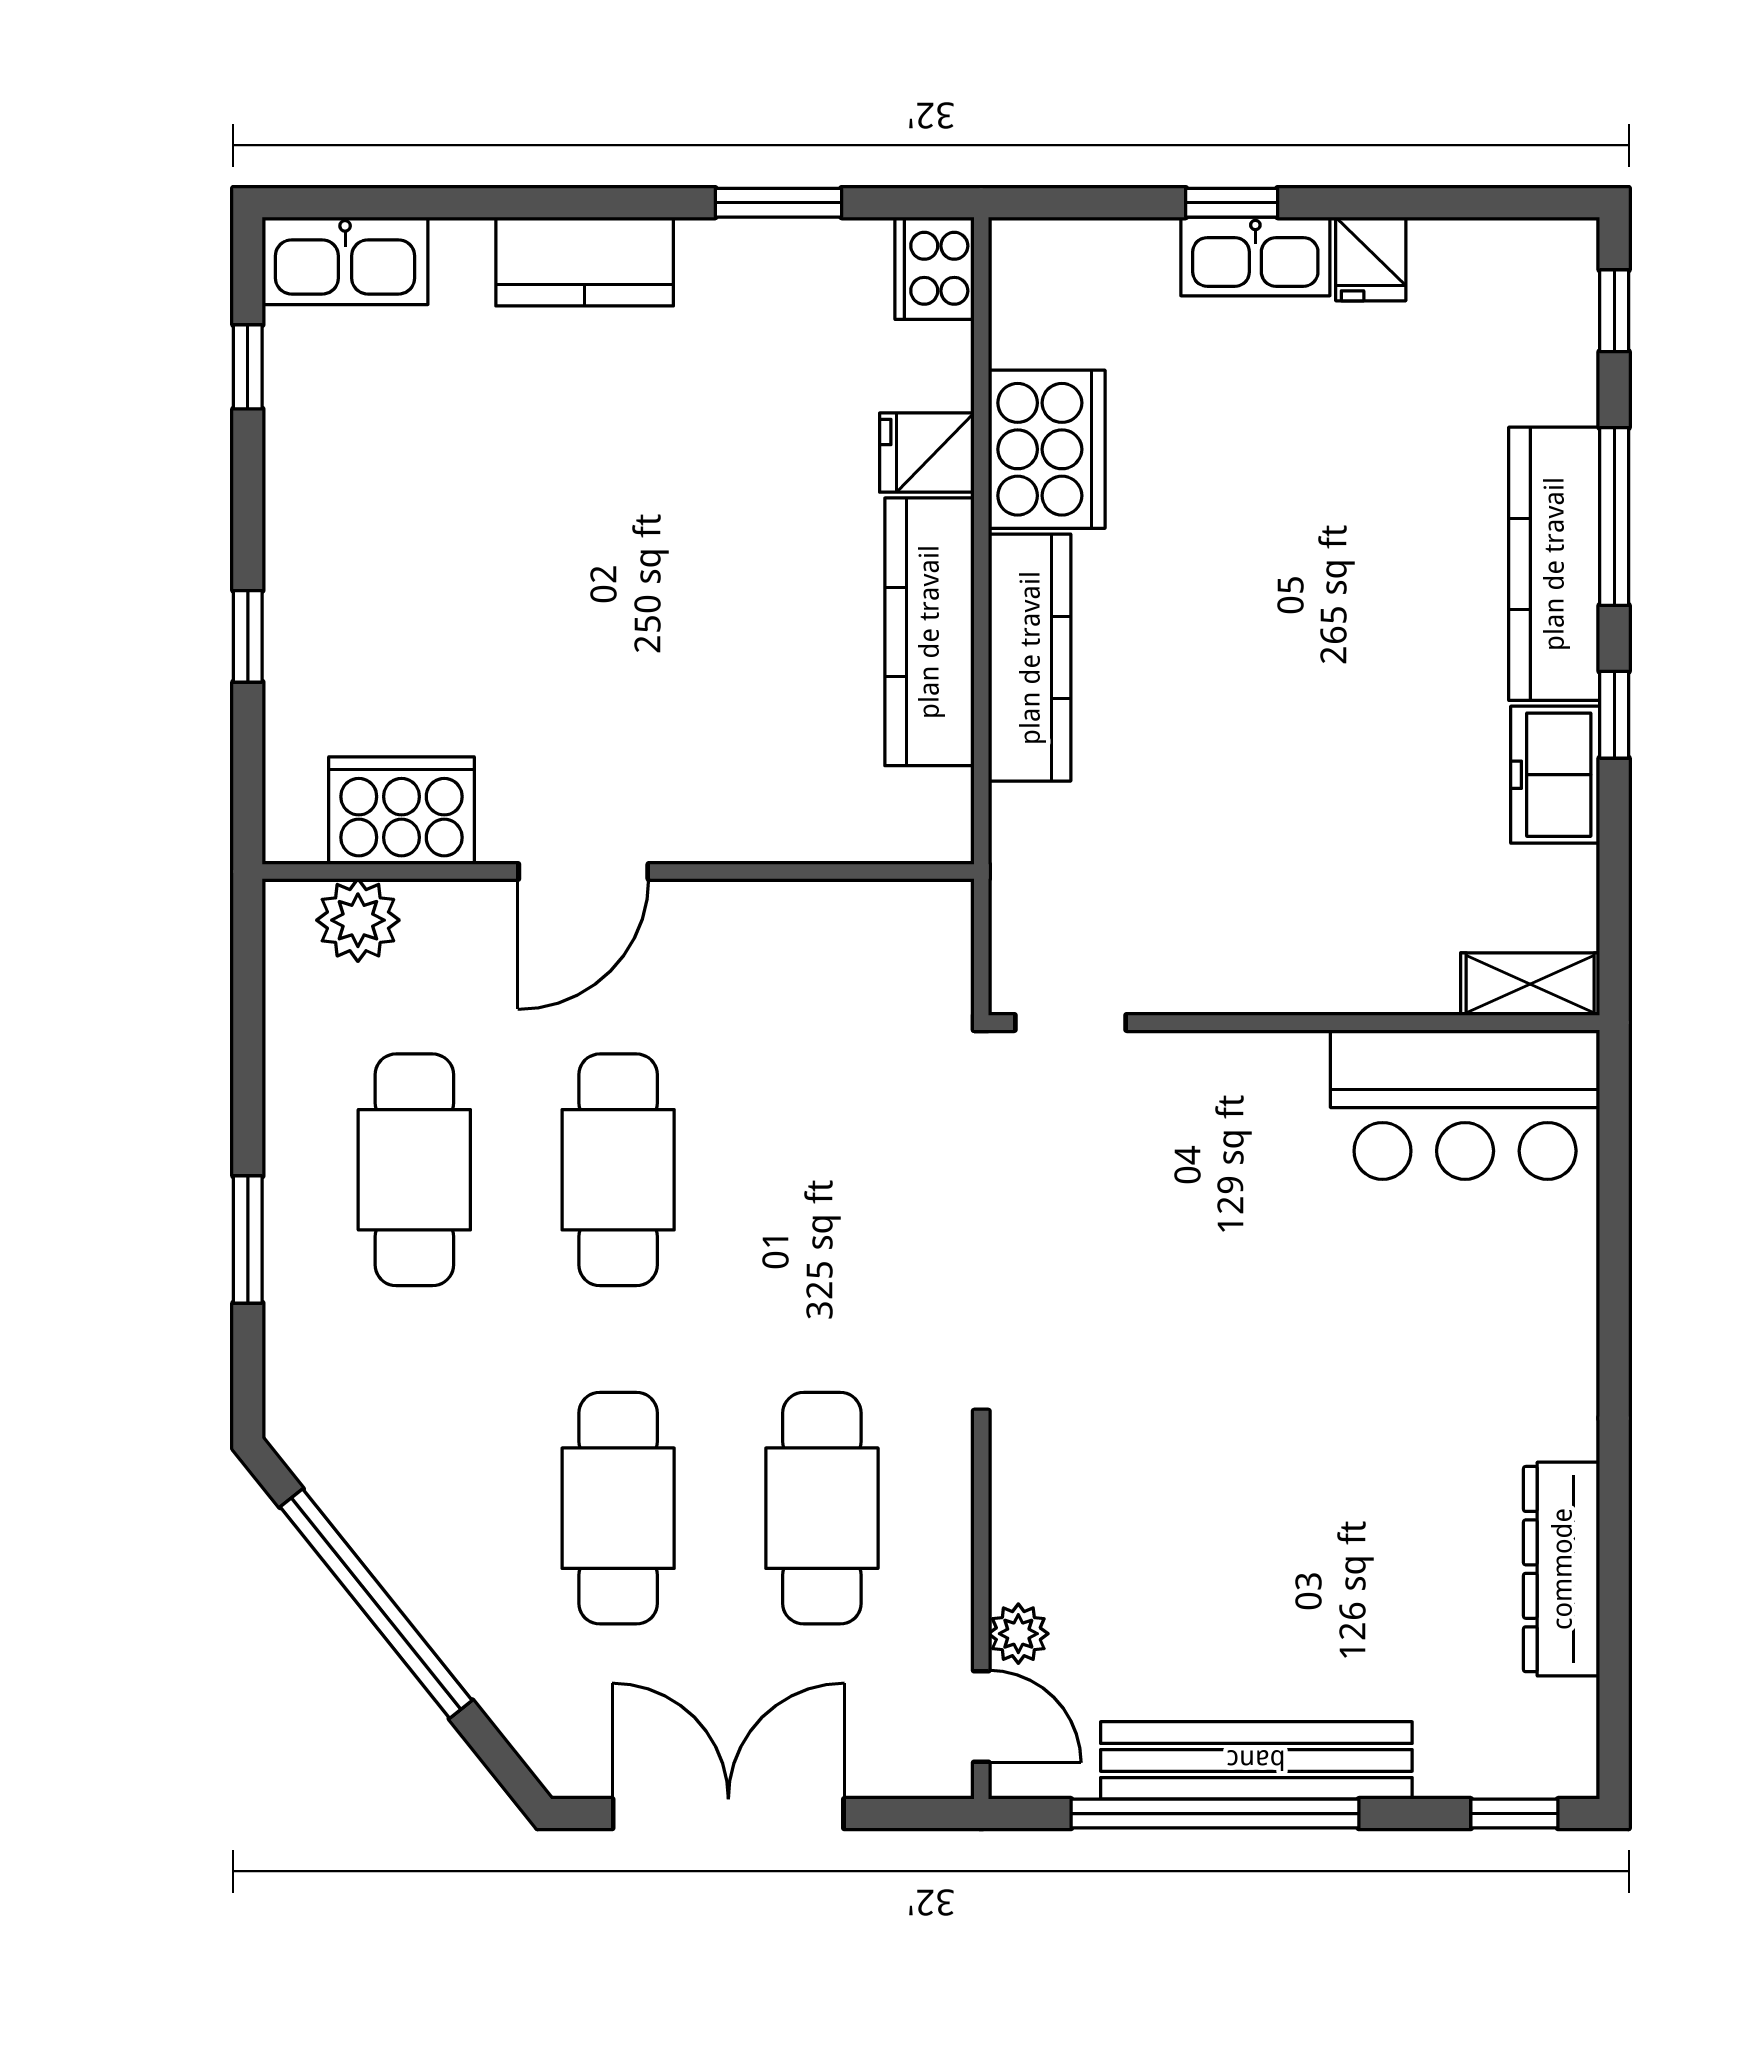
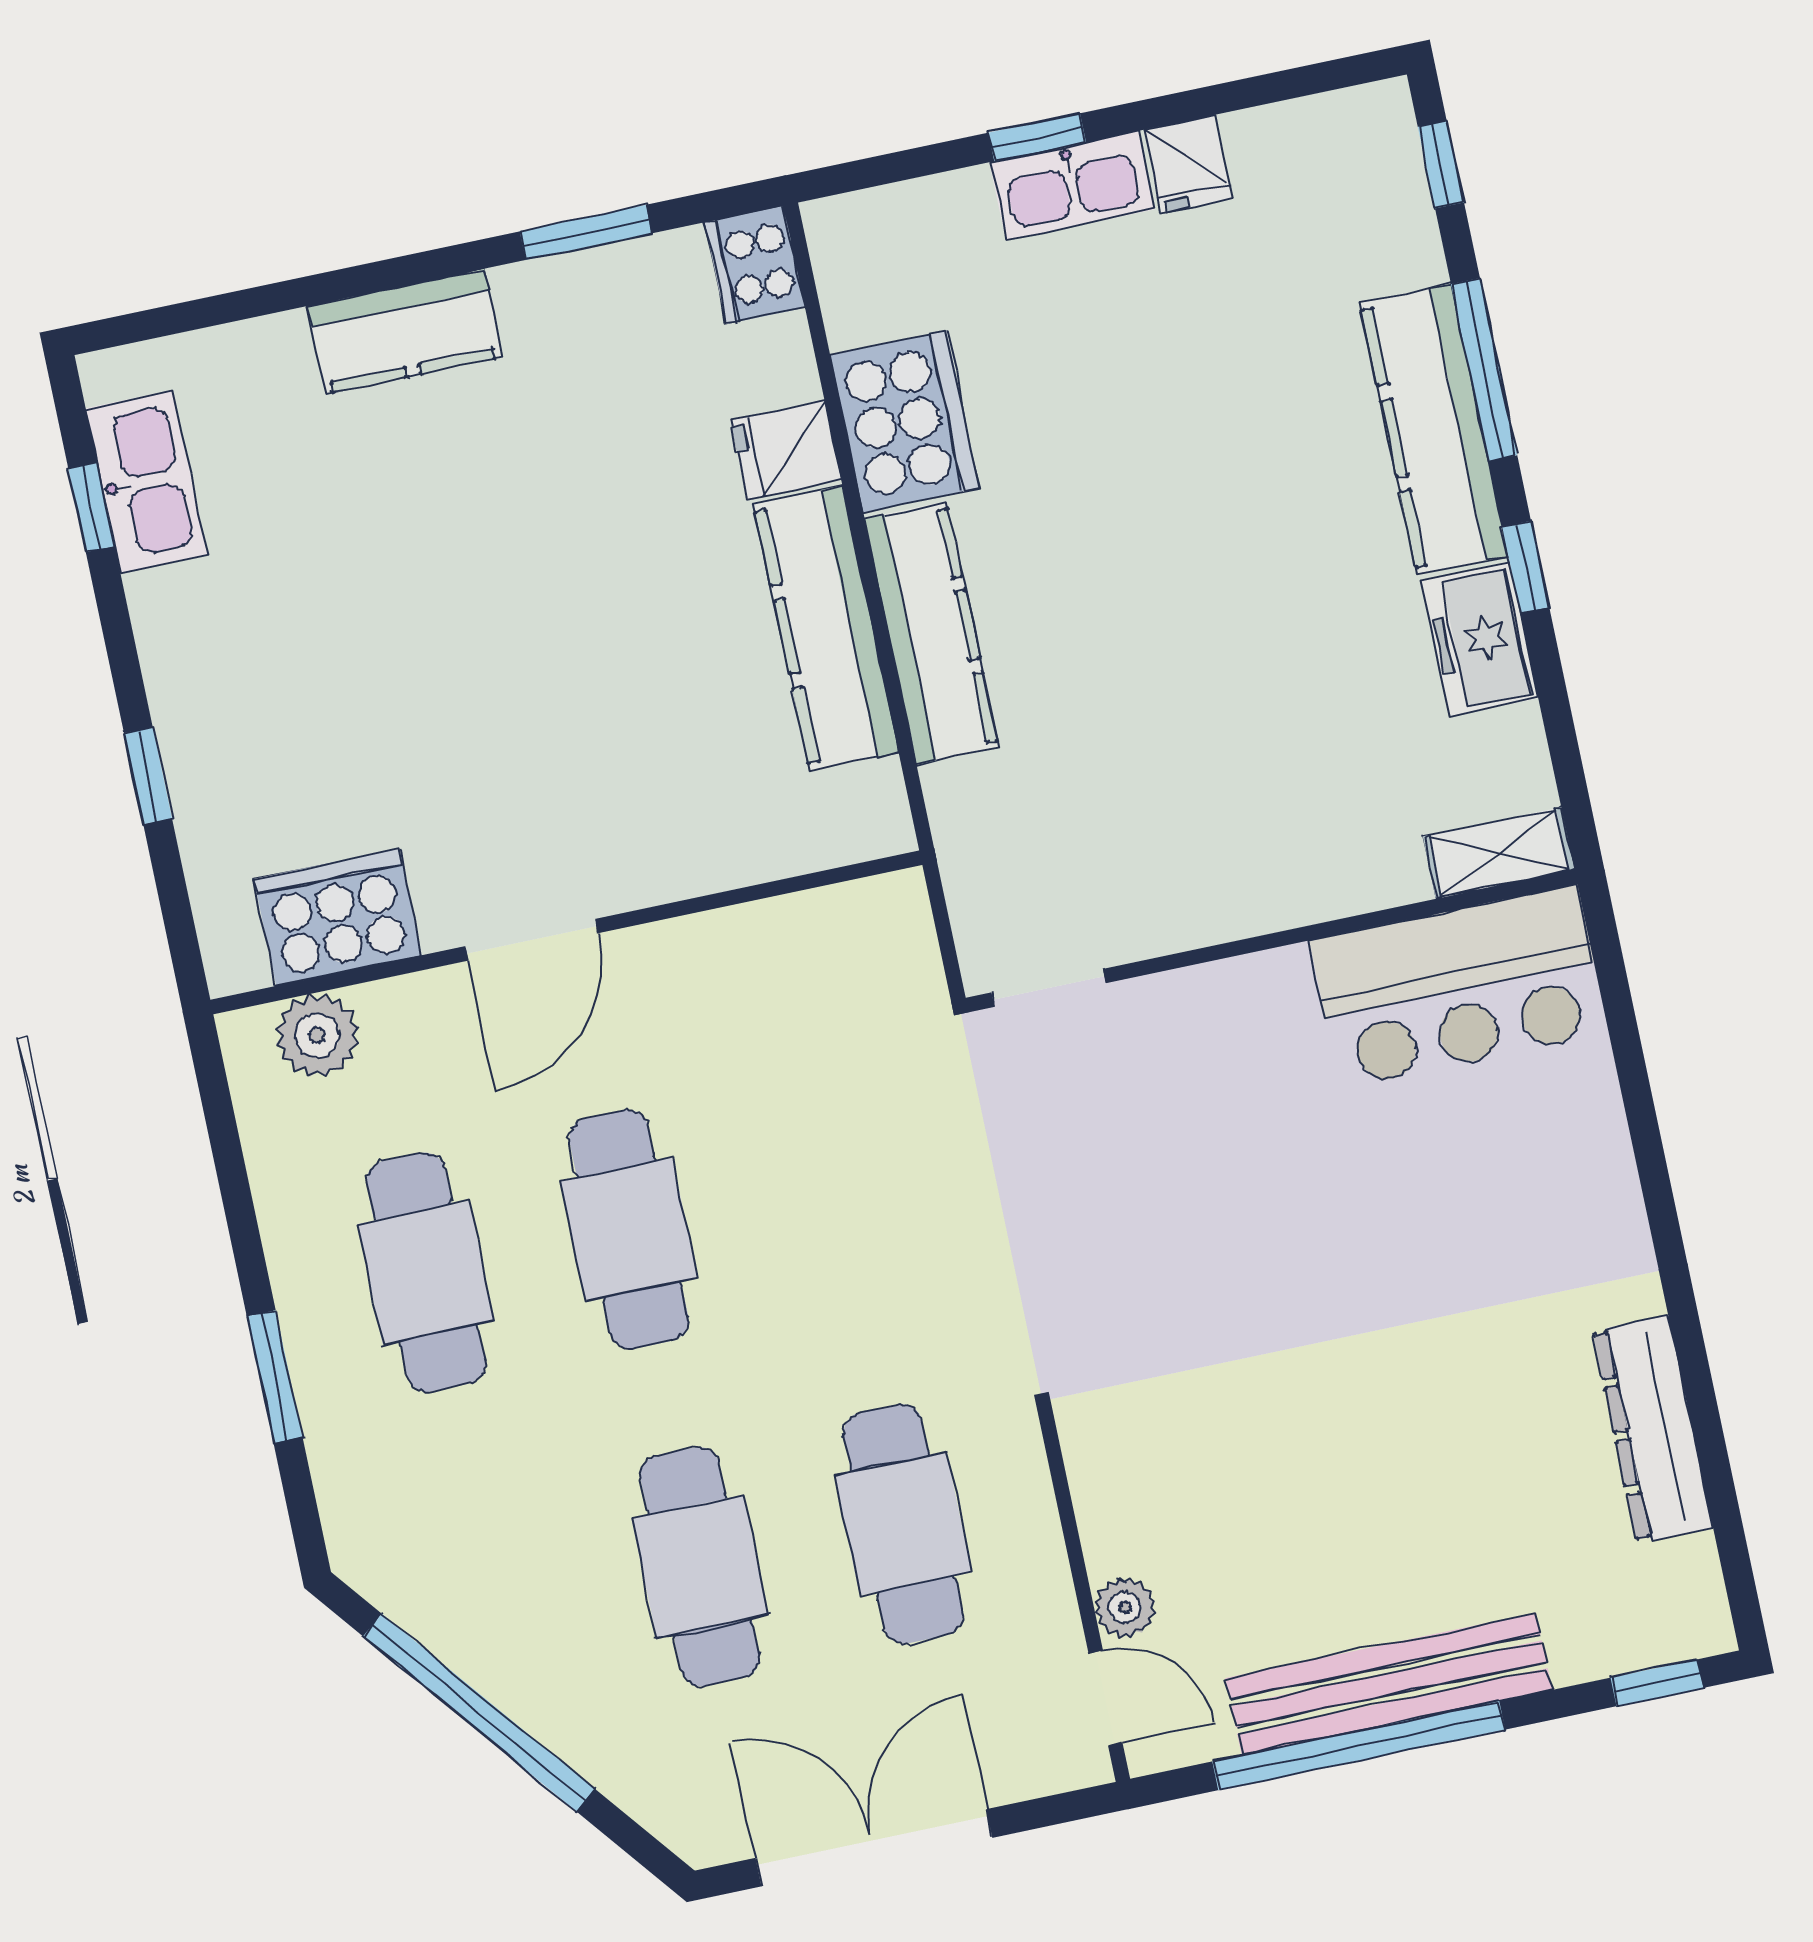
kitchen sink: (345, 261) -> (146, 482), moved, turned -90

